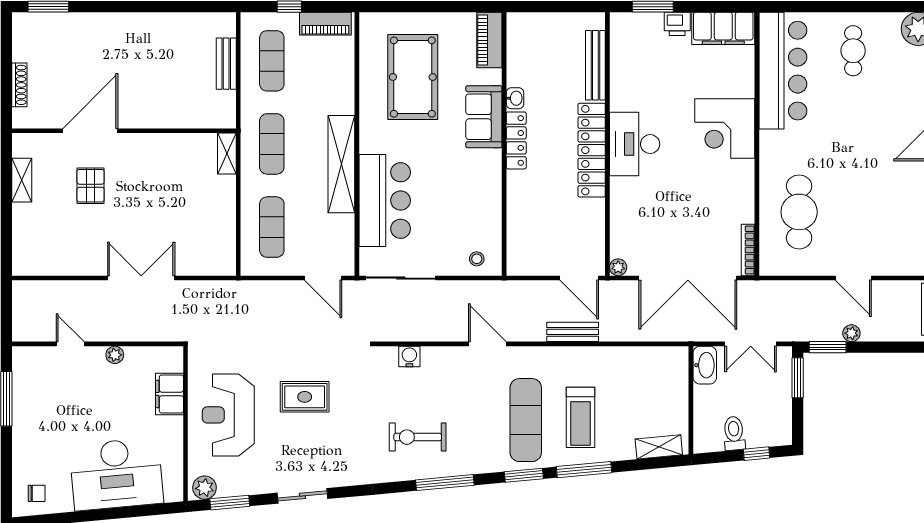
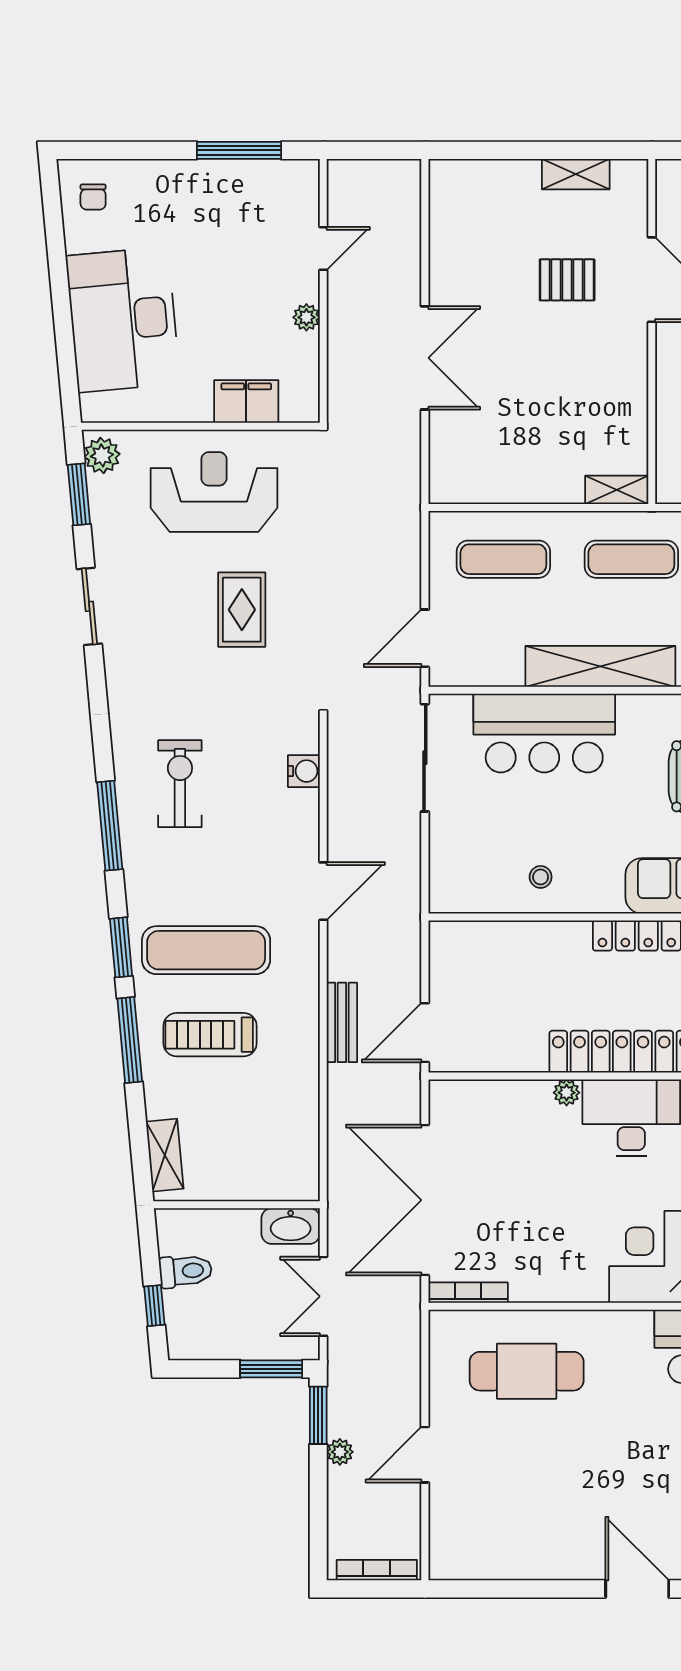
stool: (477, 259) -> (541, 877), moved
plant: (618, 267) -> (567, 1093), moved

